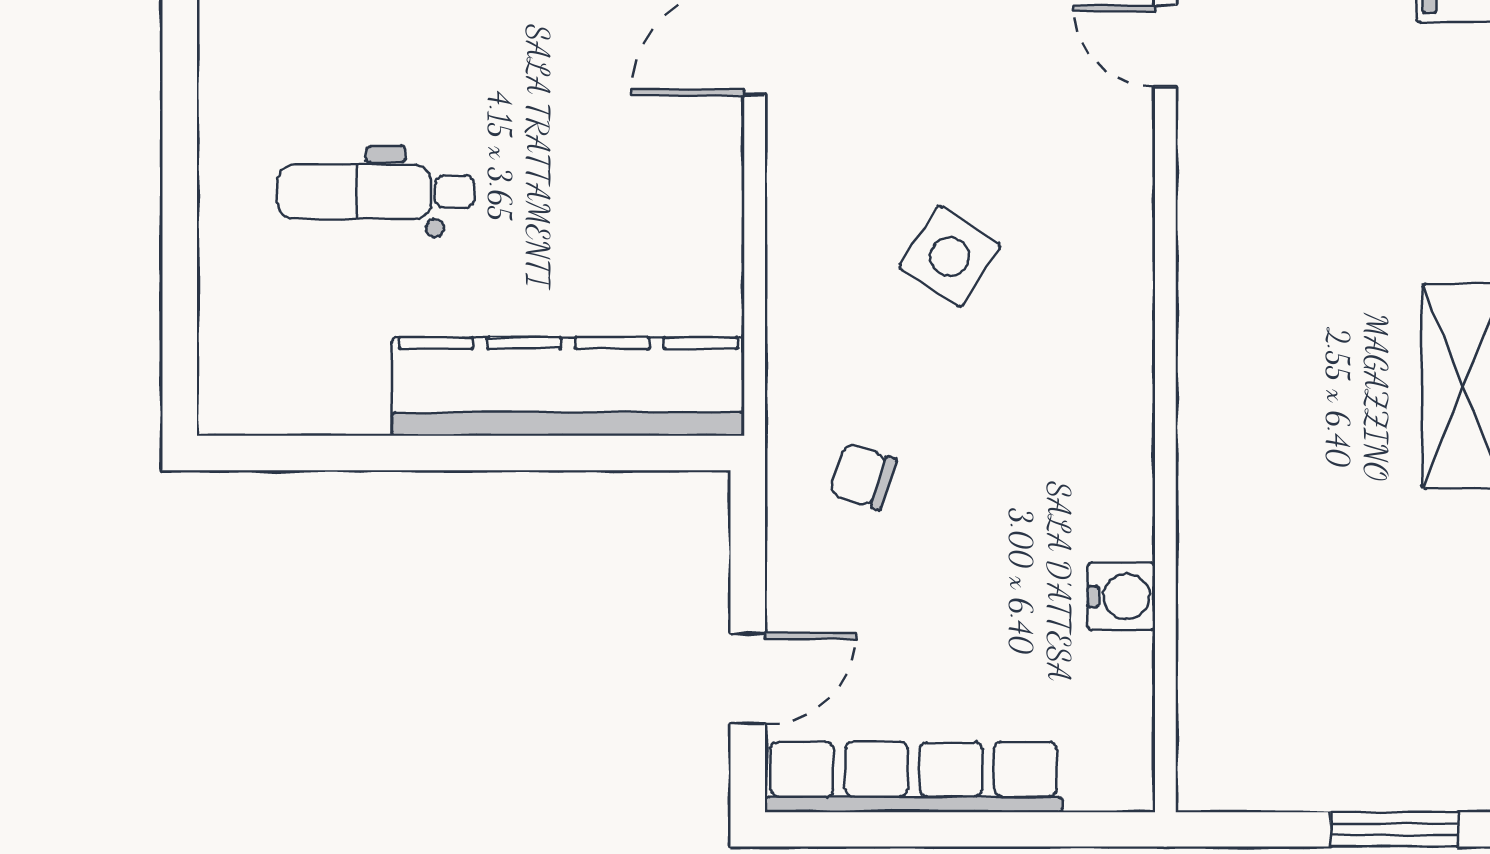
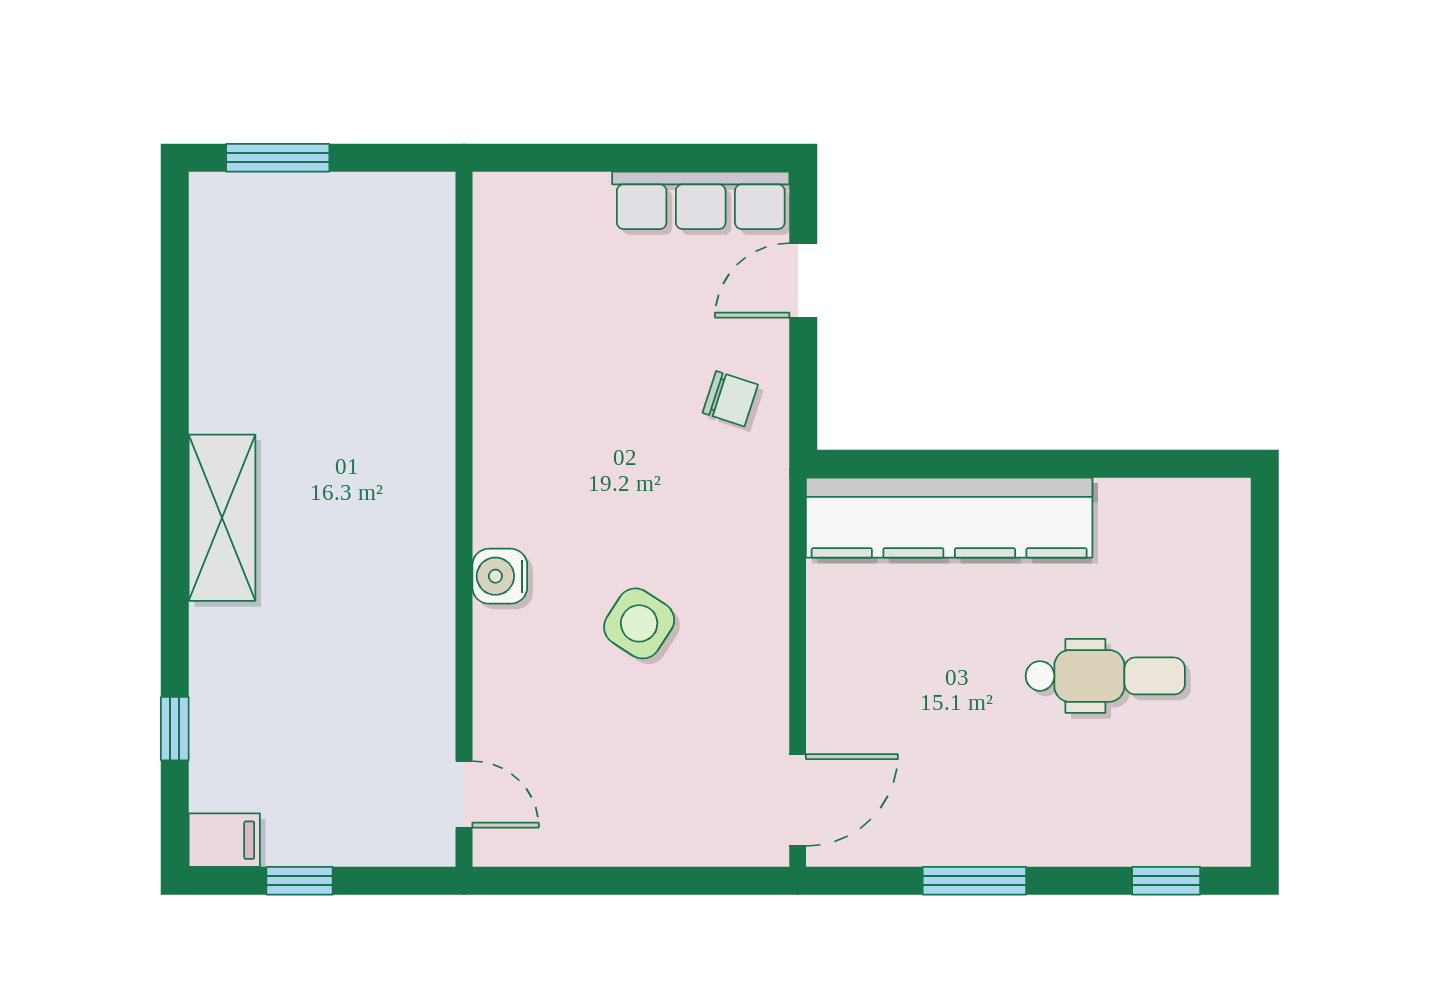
chair: (863, 476) -> (730, 399), moved
water cooler: (1121, 597) -> (500, 576), moved
row of seats: (914, 777) -> (701, 200), width x0.73

